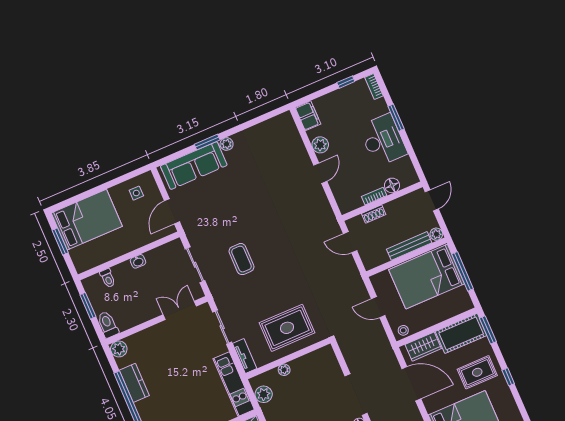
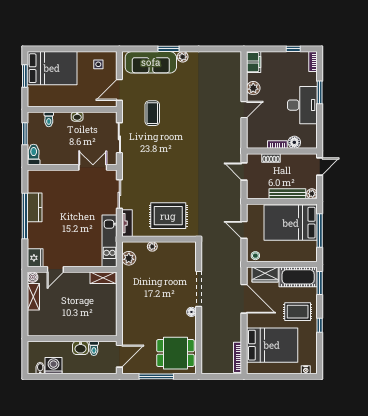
coffee table: (241, 259) -> (152, 113), moved
plant: (119, 349) -> (34, 177), removed

